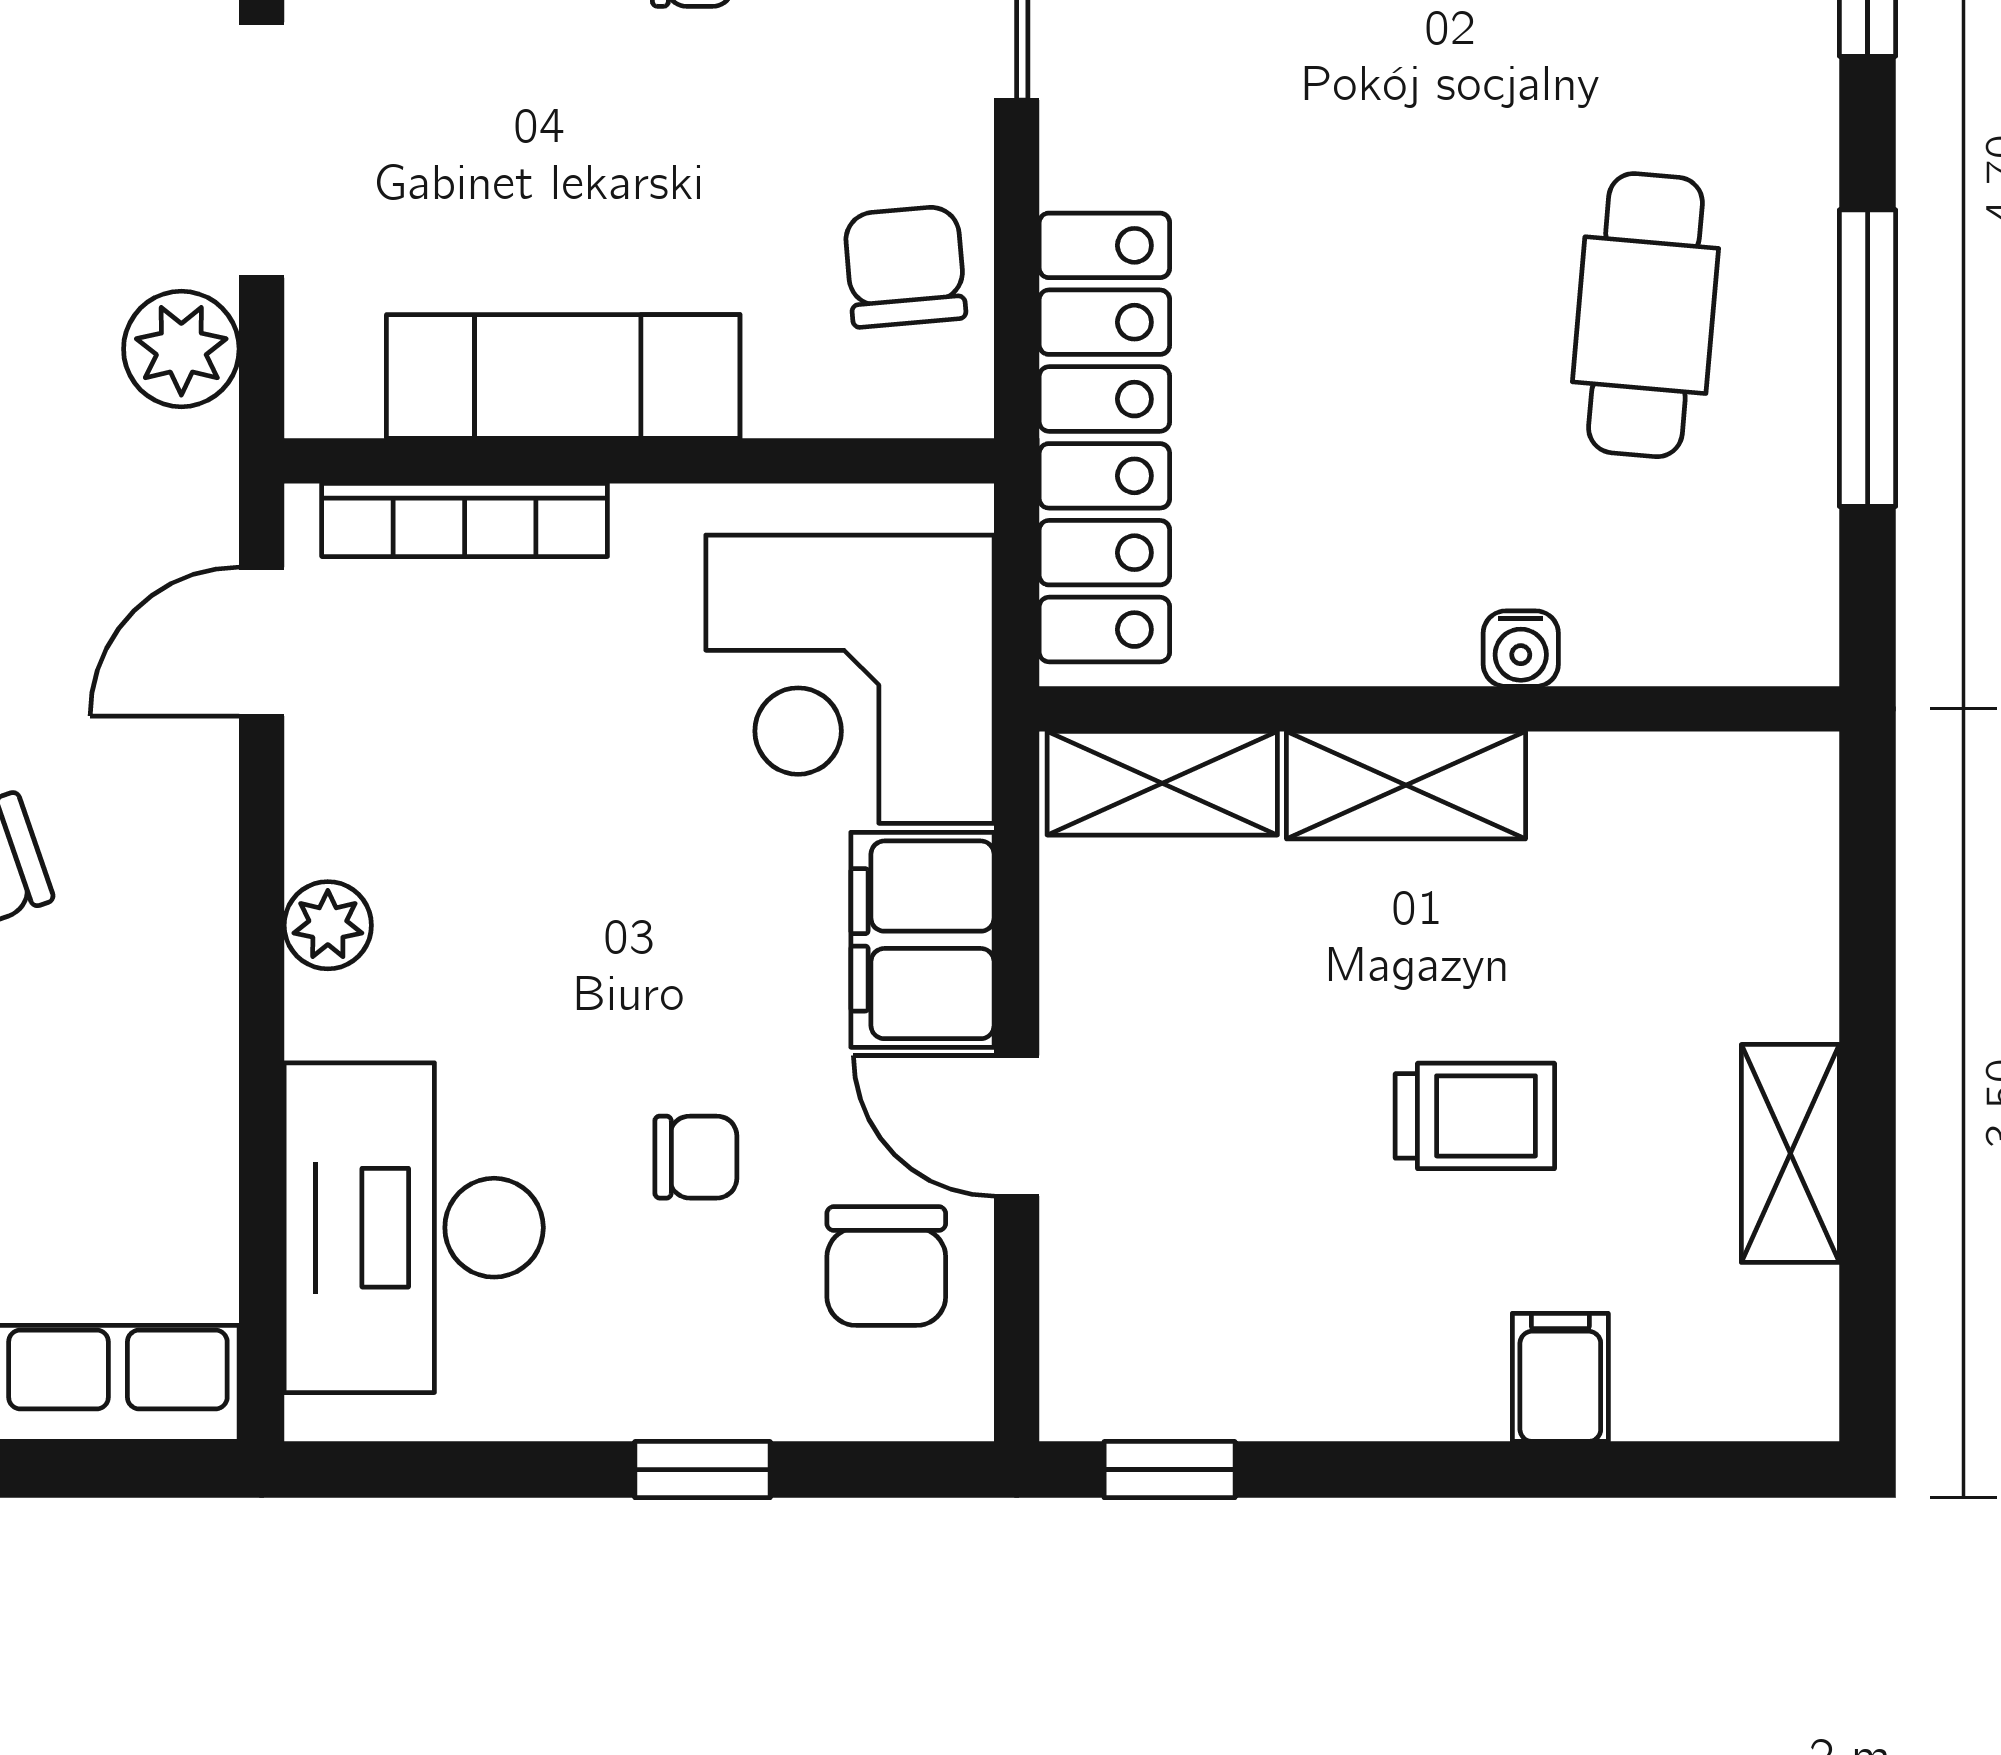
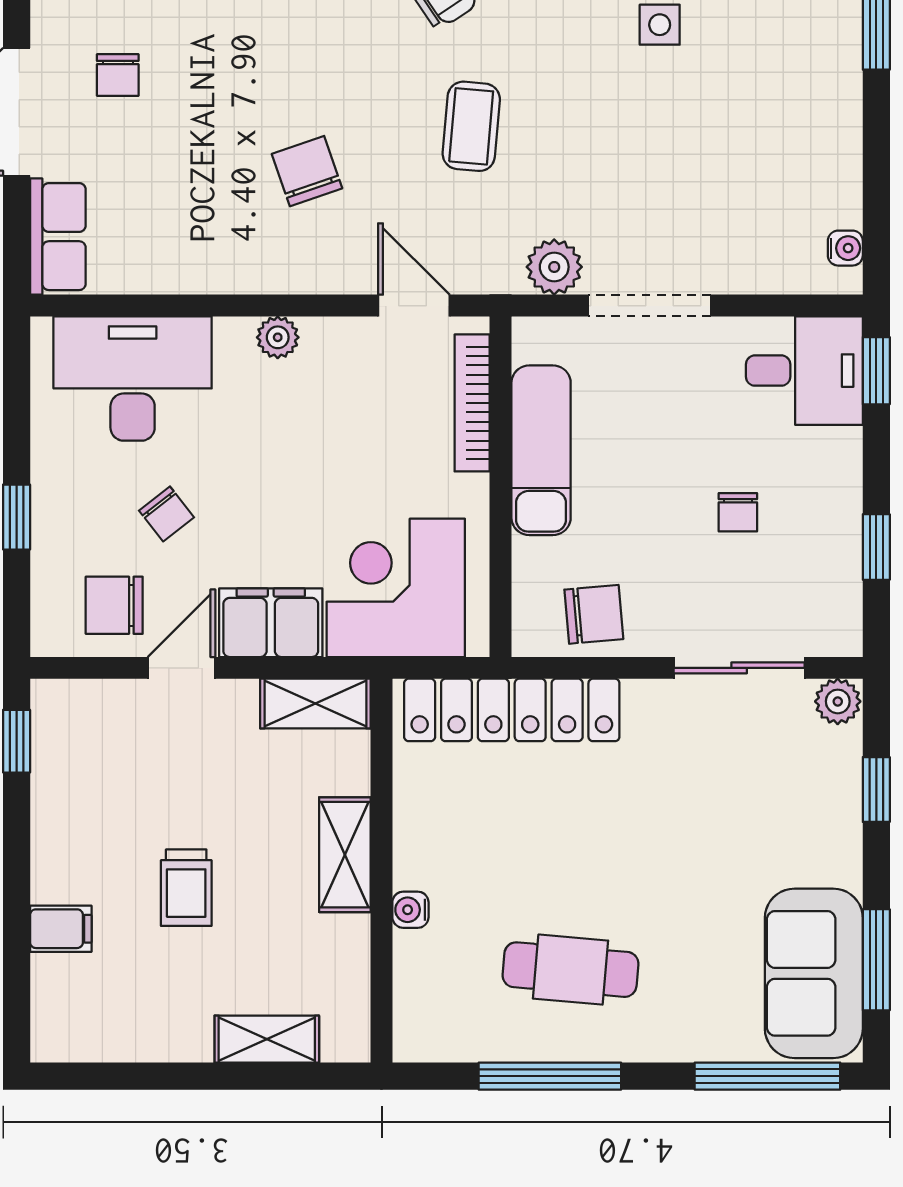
shelving: (1162, 783) -> (315, 704), moved, turned 90
shelving: (1790, 1153) -> (267, 1039), moved
chair: (696, 1157) -> (166, 514), turned -38

